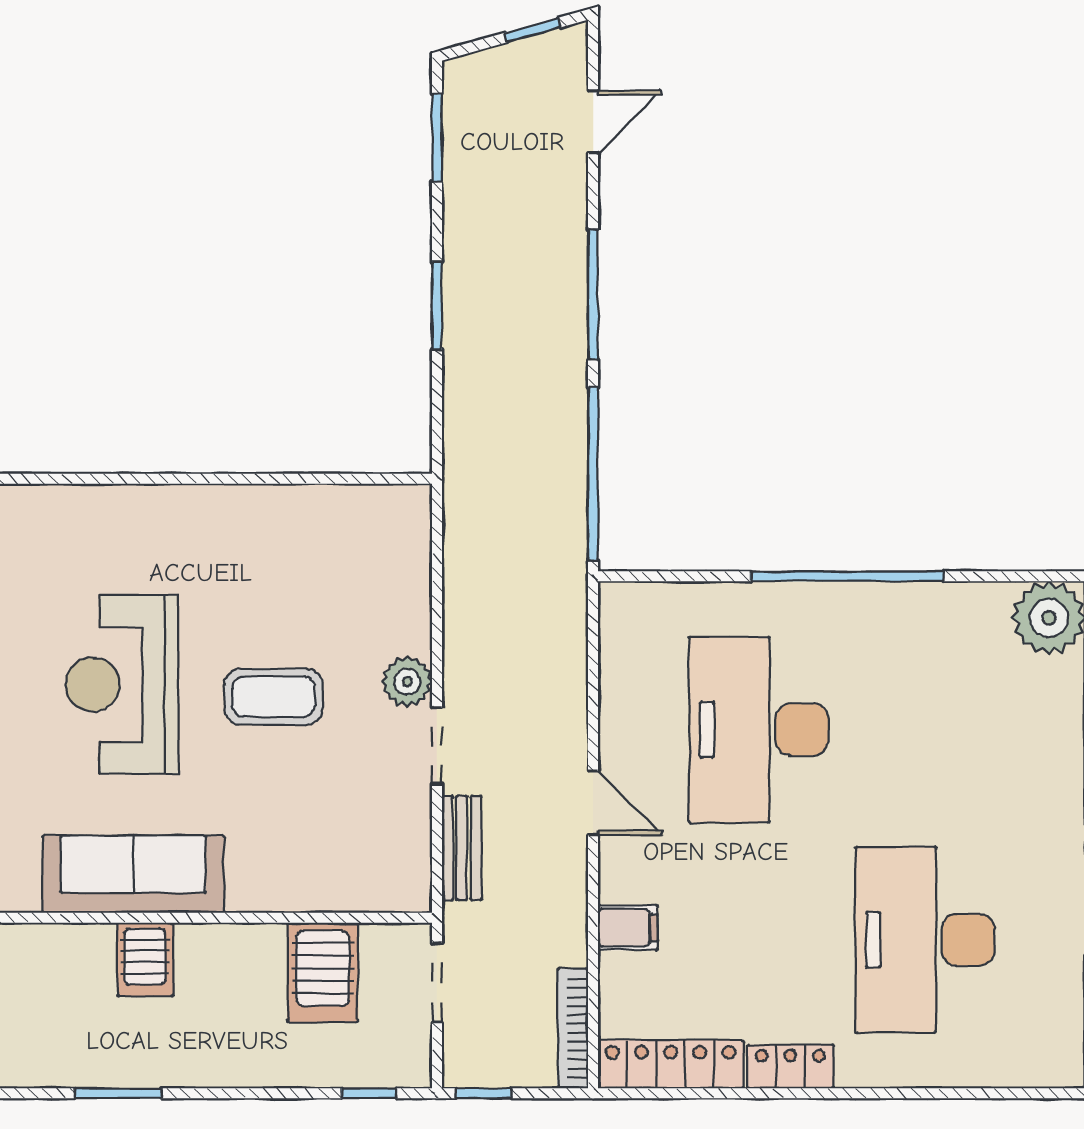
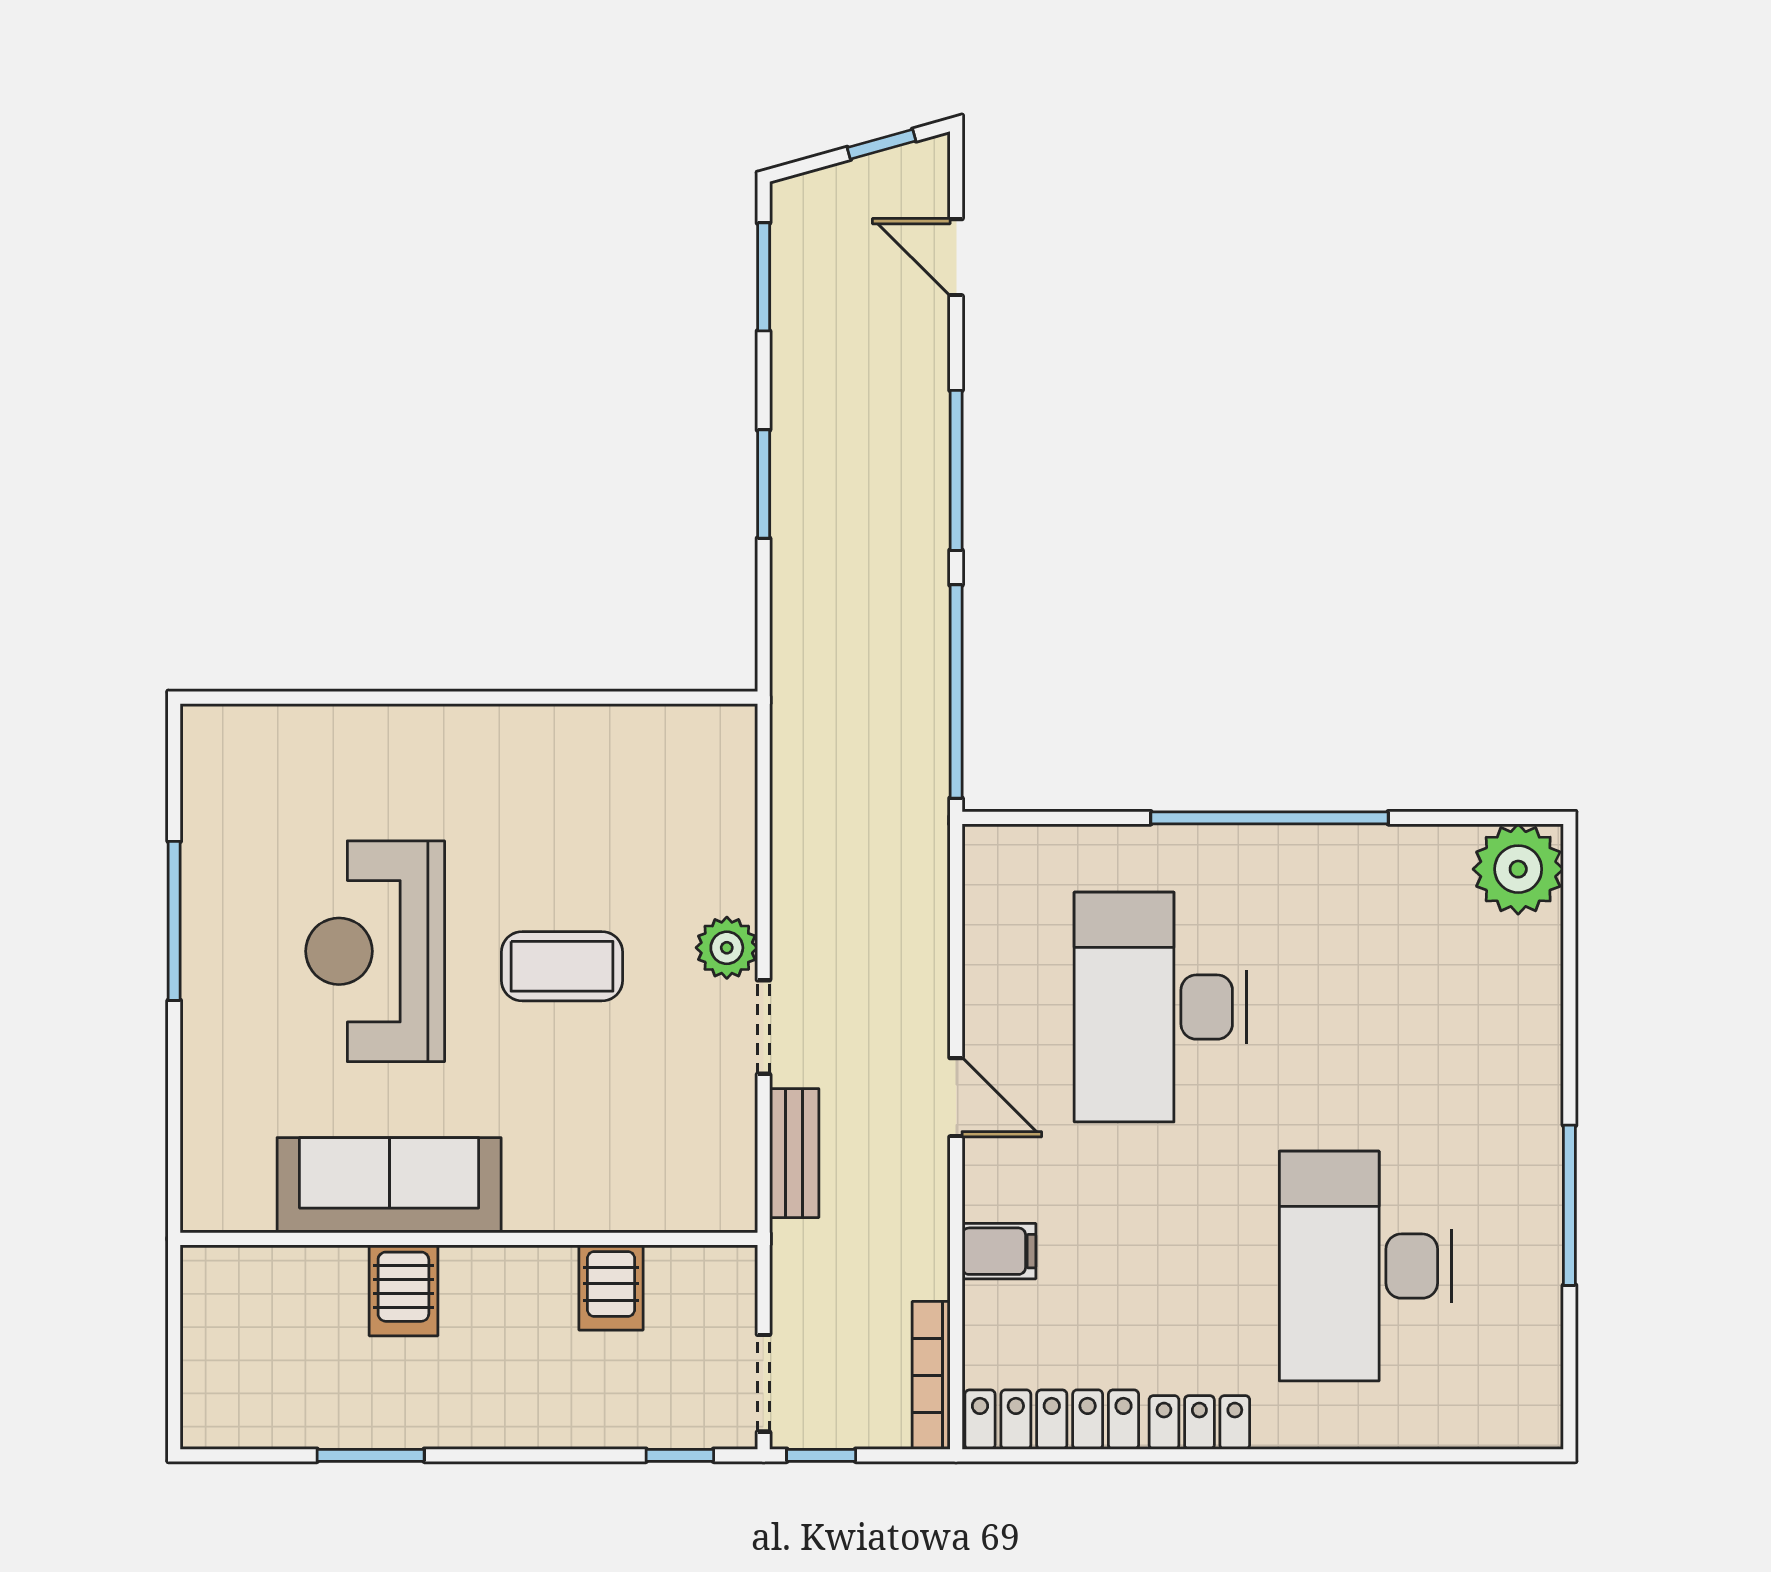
door: (593, 122) -> (956, 257), swing flipped
server rack: (323, 972) -> (611, 1287), width x0.73, depth x0.70
doorway: (437, 983) -> (764, 1383), moved

